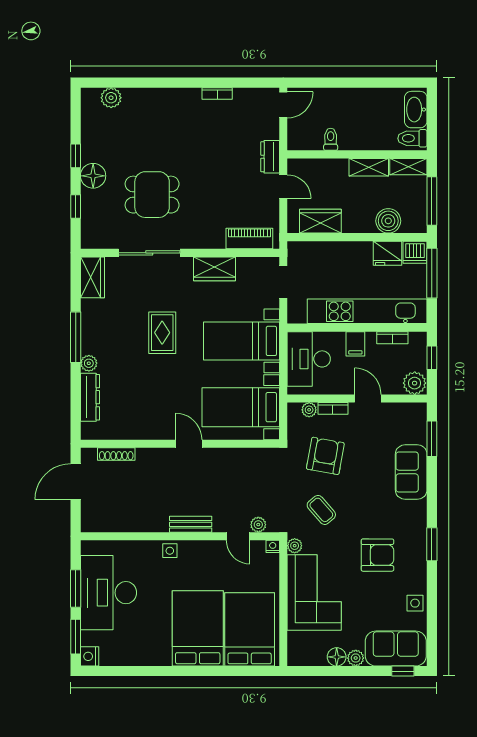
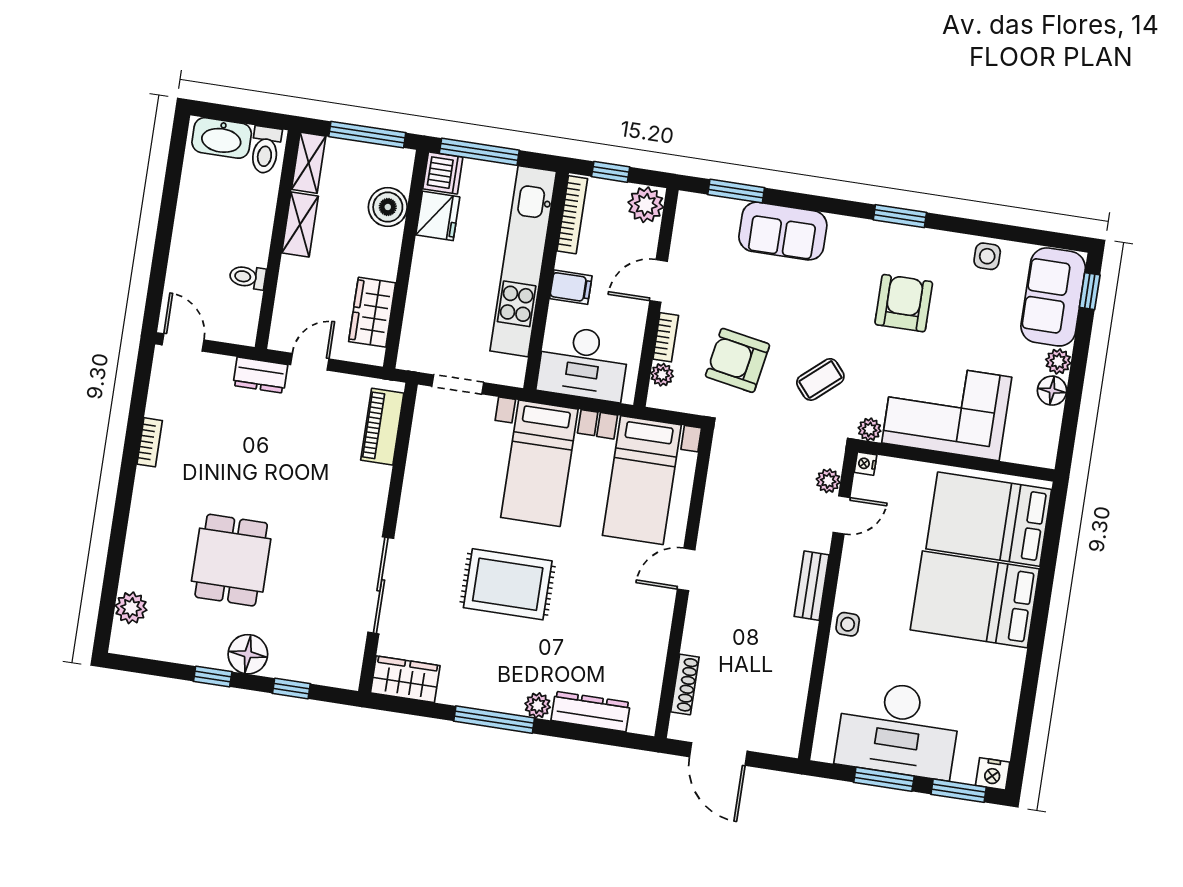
dining table: (152, 195) -> (231, 560), moved
wardrobe: (214, 269) -> (421, 488), removed
rug: (162, 333) -> (508, 584), width x1.36, depth x1.43
bookcase: (392, 338) -> (572, 215), width x1.56

